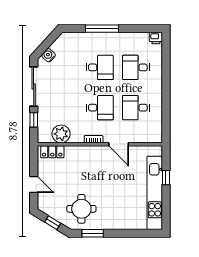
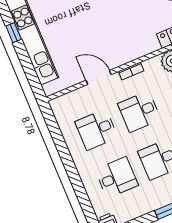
desk: (136, 108) -> (96, 130), turned 180
window: (166, 178) -> (14, 33), moved

